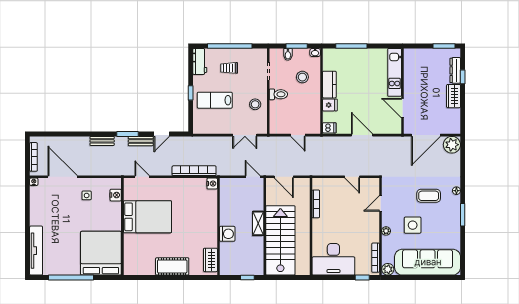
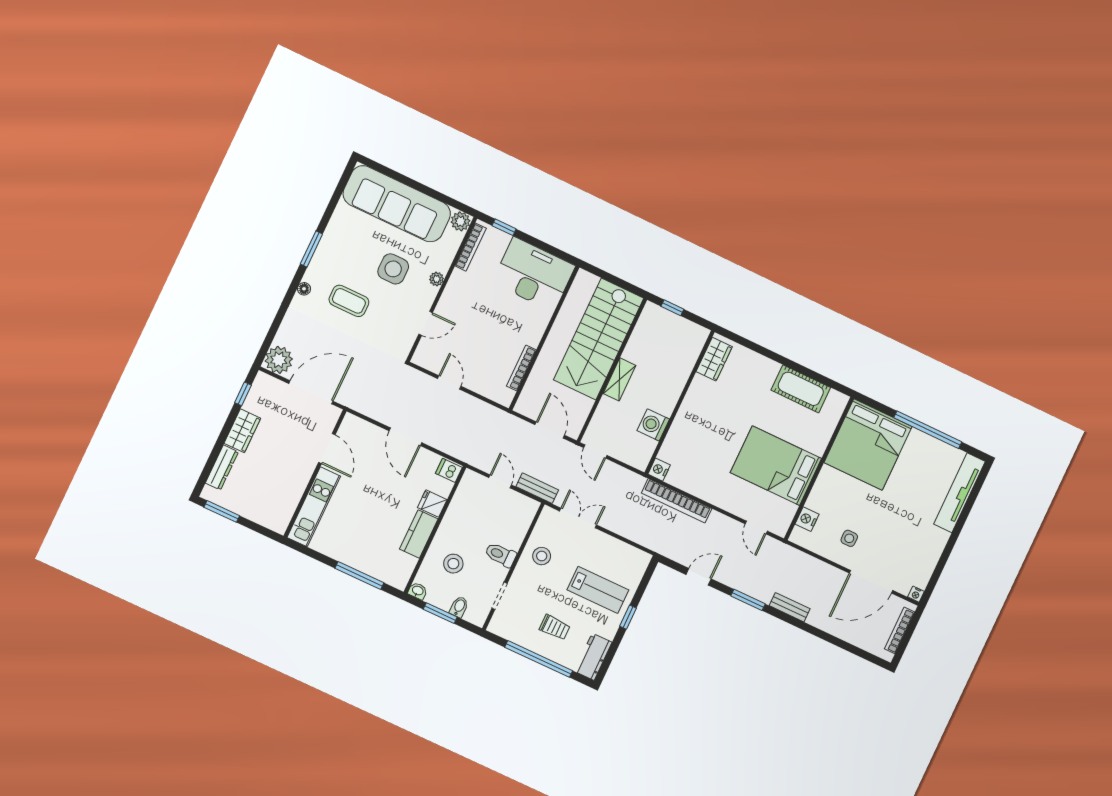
window: (463, 77) -> (243, 394), moved
bench: (141, 141) -> (537, 488), moved
door: (63, 177) -> (871, 582), hinge flipped
washing machine: (227, 234) -> (653, 425), moved
cot: (172, 266) -> (801, 389), moved

